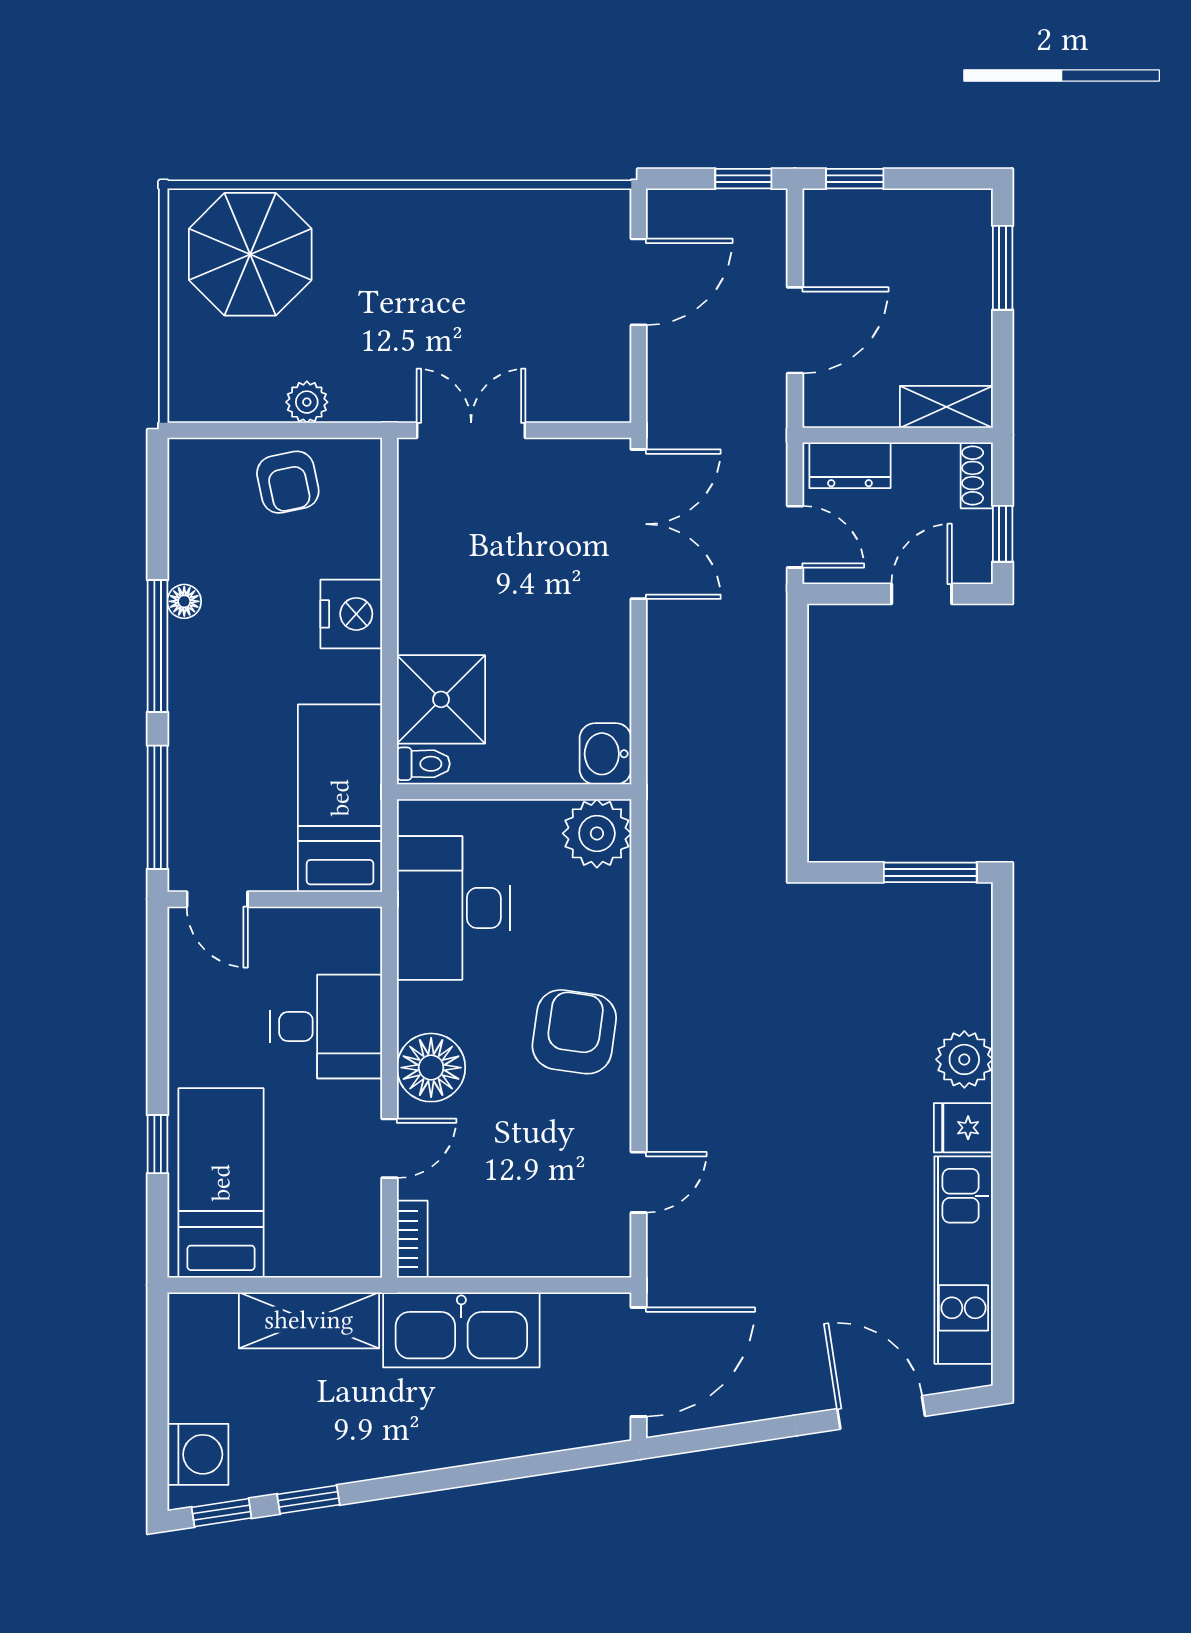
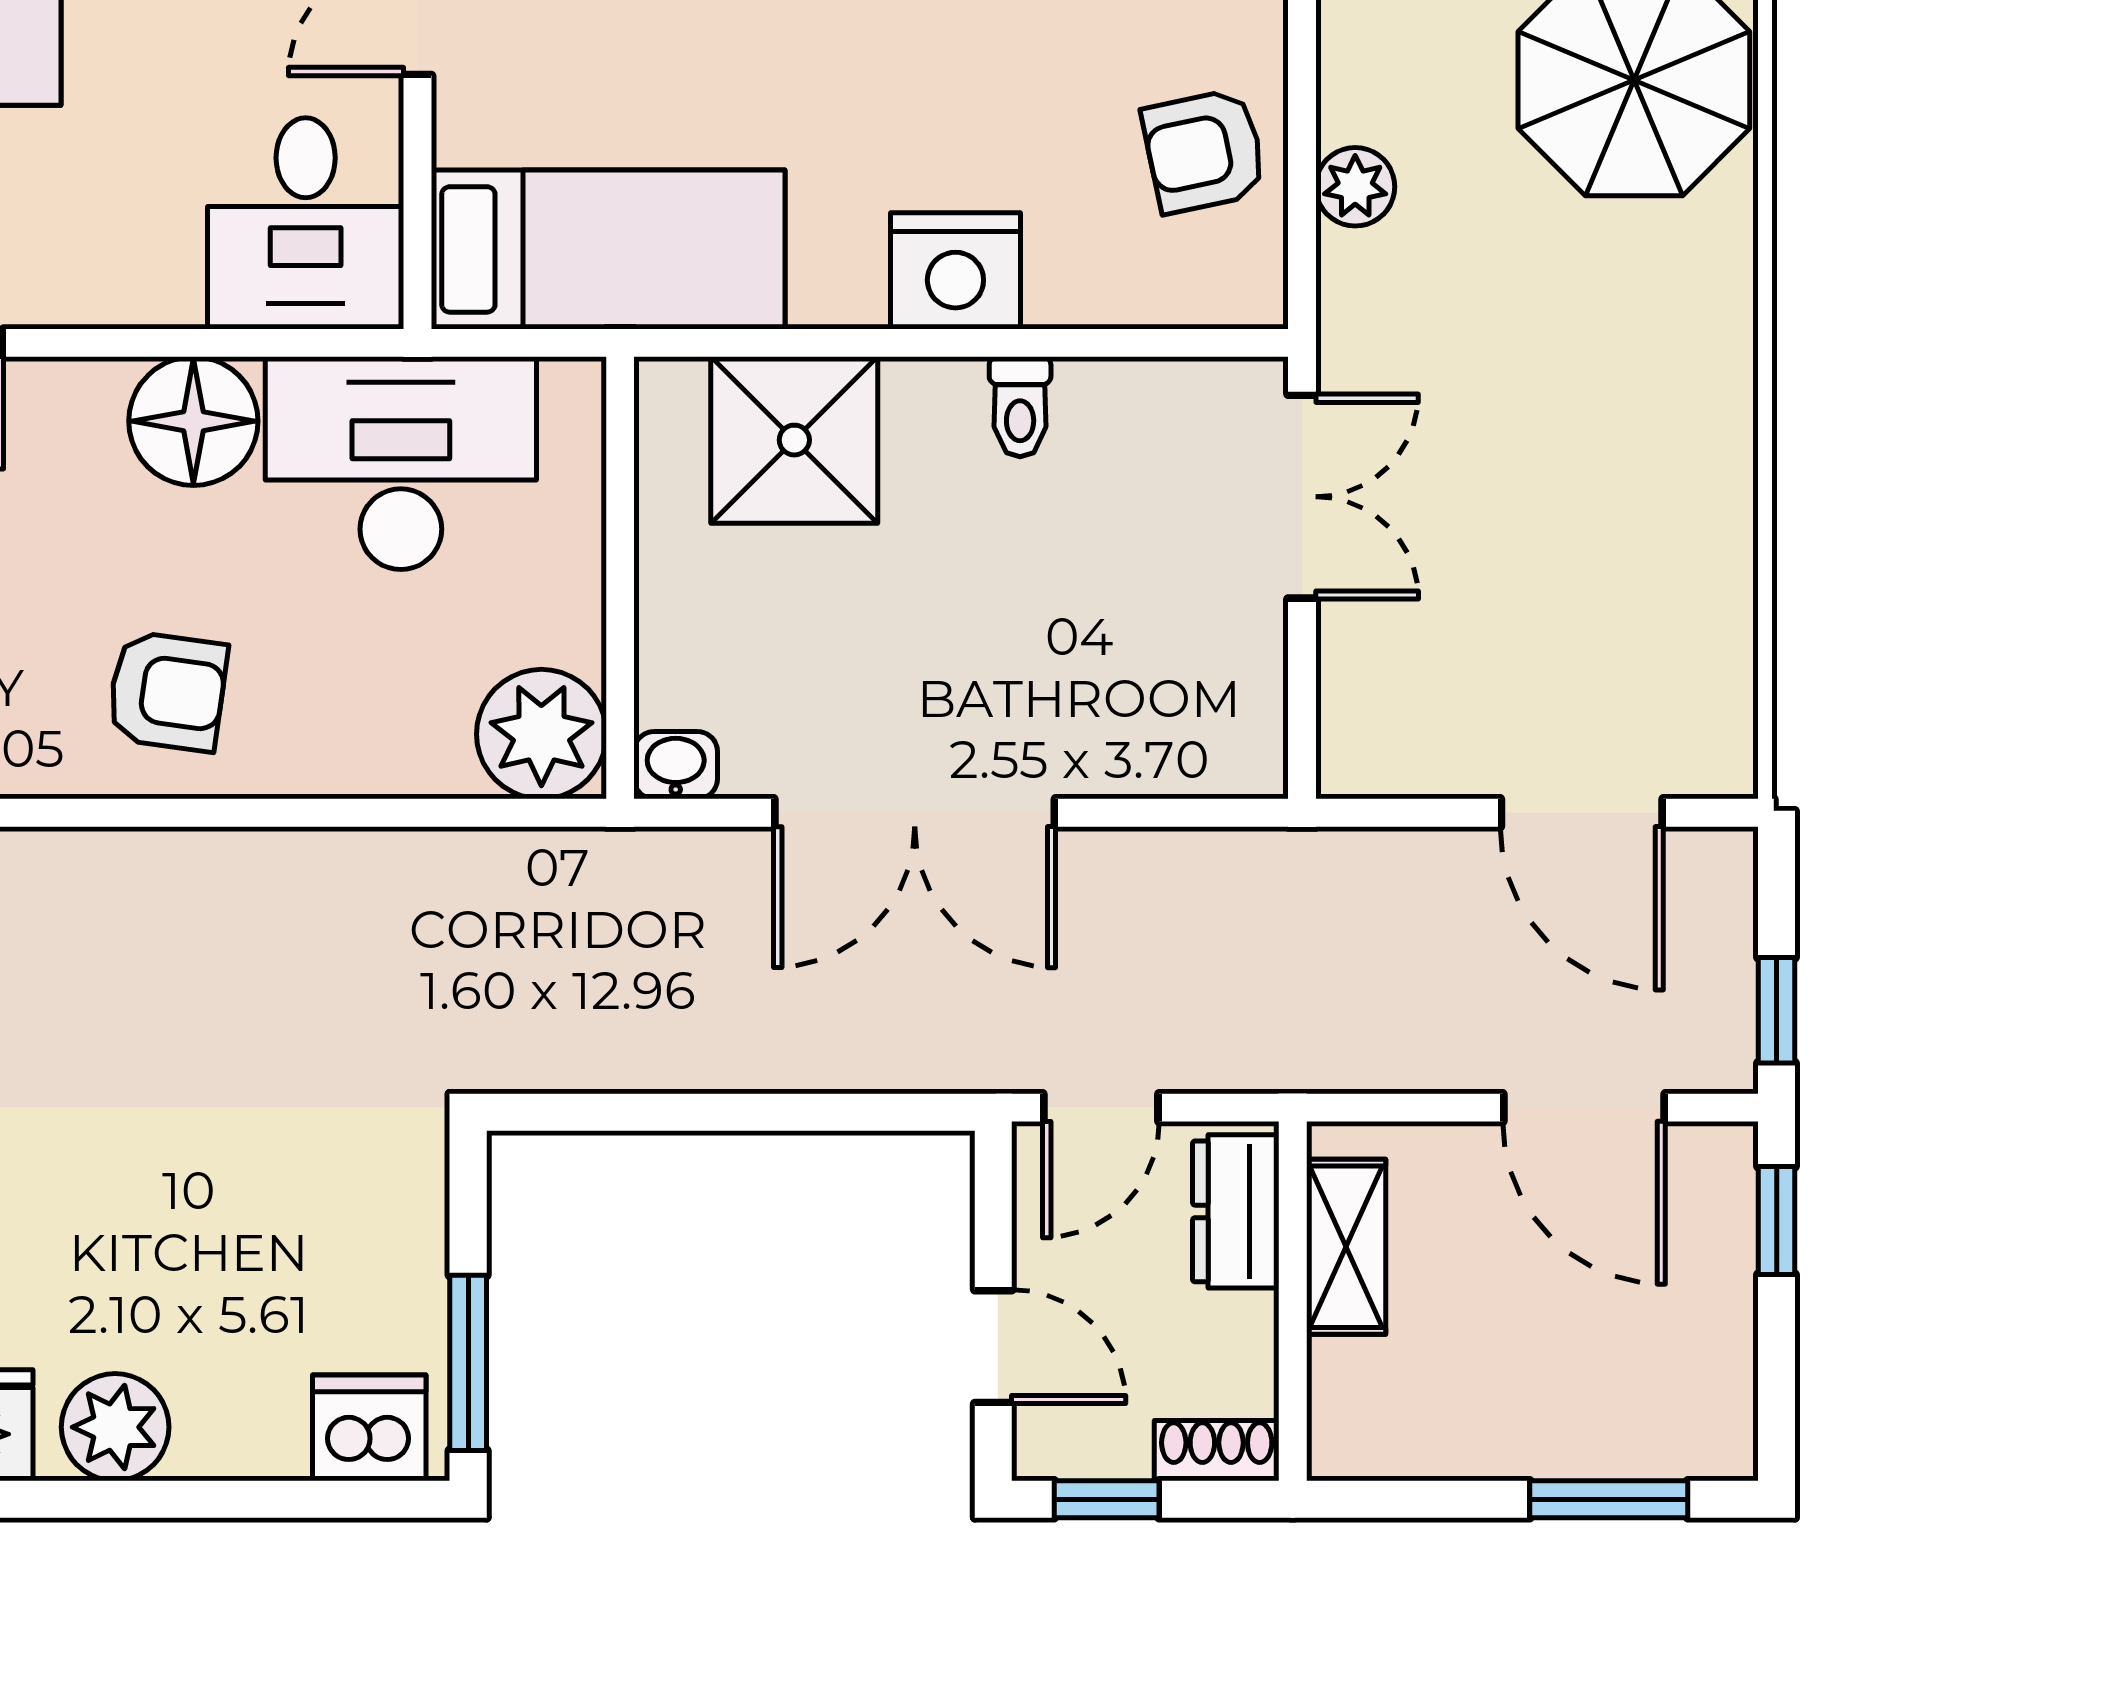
door: (795, 330) -> (1584, 1108), moved
shelving: (946, 407) -> (1346, 1247), moved
double door: (639, 524) -> (915, 813), moved
washbasin: (605, 754) -> (676, 765), width x0.72, depth x0.69
toilet: (423, 764) -> (1020, 407), moved
dishwasher: (965, 925) -> (369, 1428), added
desk: (326, 1026) -> (306, 223), moved
armchair: (574, 1032) -> (167, 691), width x0.72, depth x0.72
floor lamp: (431, 1068) -> (193, 421), moved

